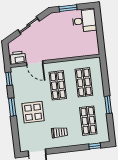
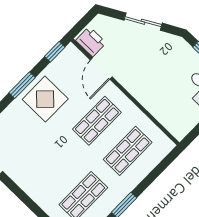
display table: (33, 112) -> (45, 99), moved
trolley: (59, 132) -> (39, 172), removed

